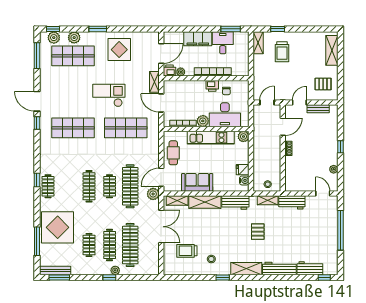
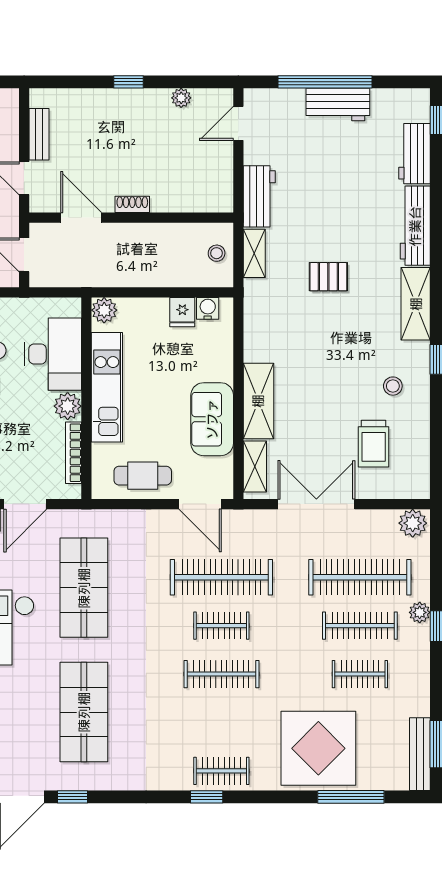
plant: (153, 194) -> (413, 523), moved
workbench: (235, 202) -> (338, 104), moved, turned 90

